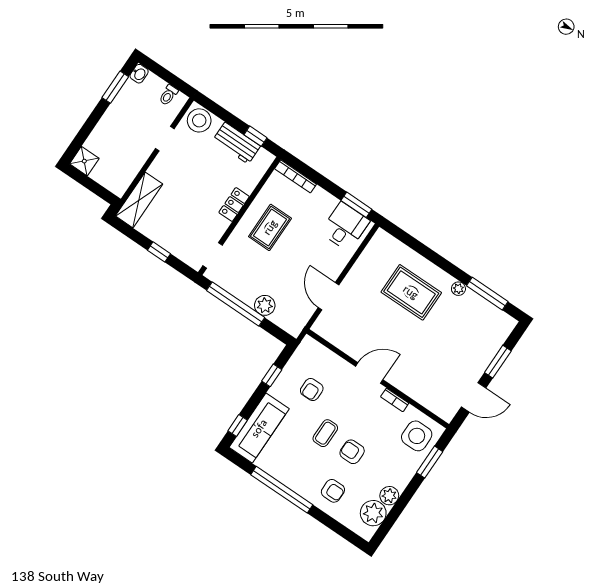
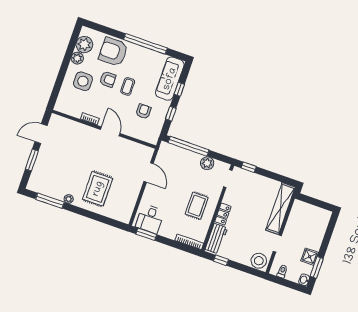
workbench: (237, 143) -> (216, 239), moved, turned 90
shower: (84, 161) -> (310, 257), moved
shelving: (139, 200) -> (280, 209), width x1.47
window: (159, 252) -> (249, 167), moved
rug: (411, 292) -> (98, 189), turned 90
window: (236, 304) -> (188, 146), moved
plant: (265, 305) -> (207, 163), moved
door: (369, 373) -> (110, 131), swing flipped
window: (238, 425) -> (179, 89), moved
side table: (417, 436) -> (83, 81), moved
window: (430, 462) -> (58, 86), removed
armchair: (333, 491) -> (113, 52), width x1.88, depth x1.88

